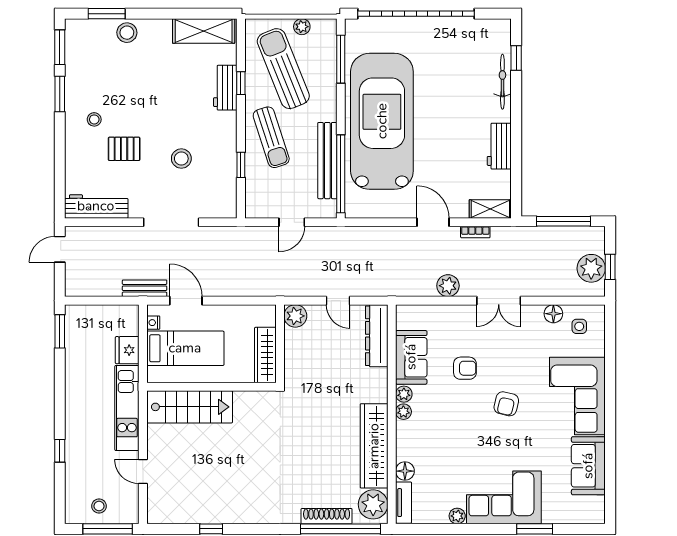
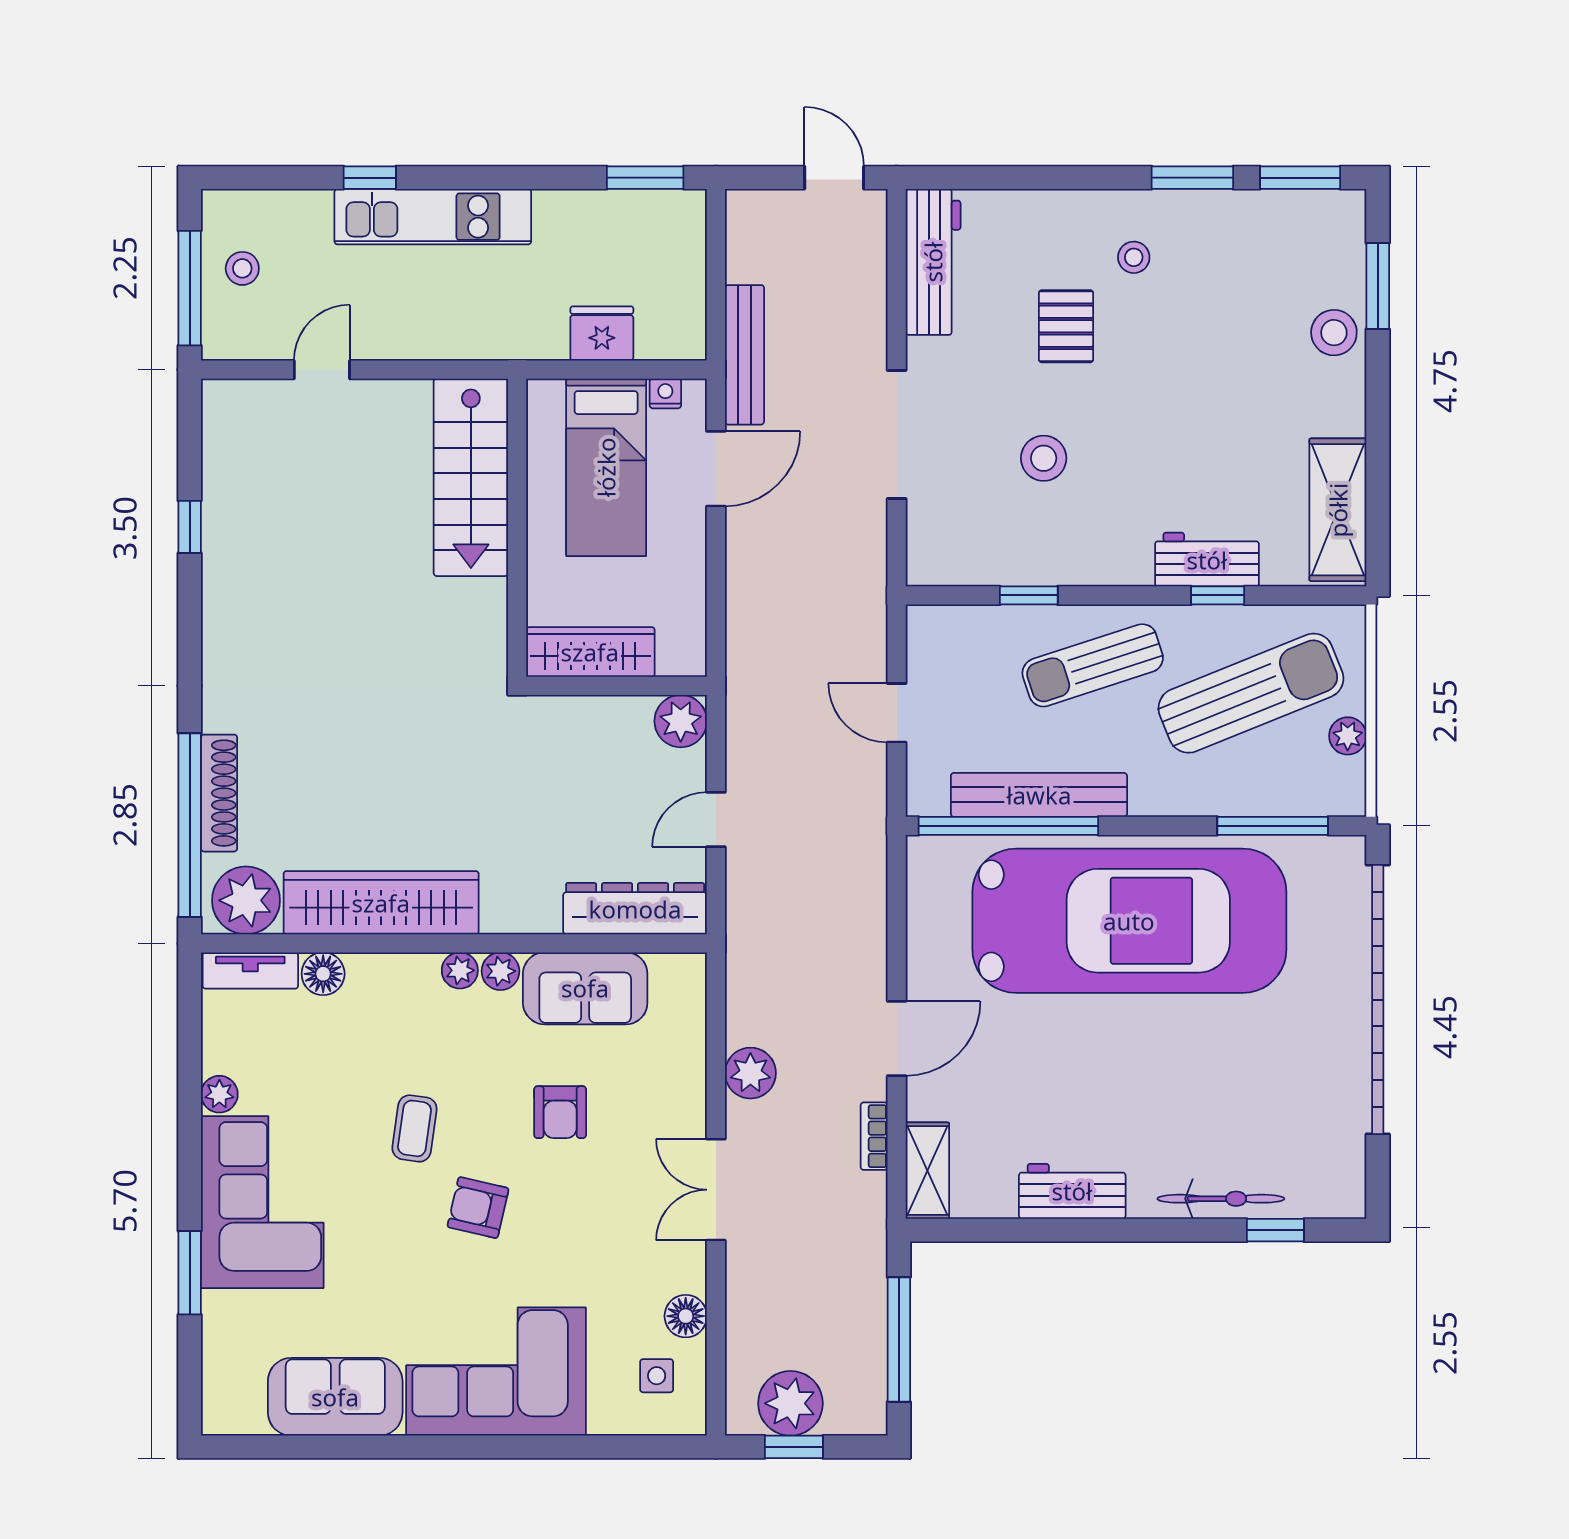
bench: (145, 288) -> (745, 355), width x1.36
kitchen unit: (127, 408) -> (433, 217), moved, turned 180
coffee table: (472, 431) -> (414, 1128), added

